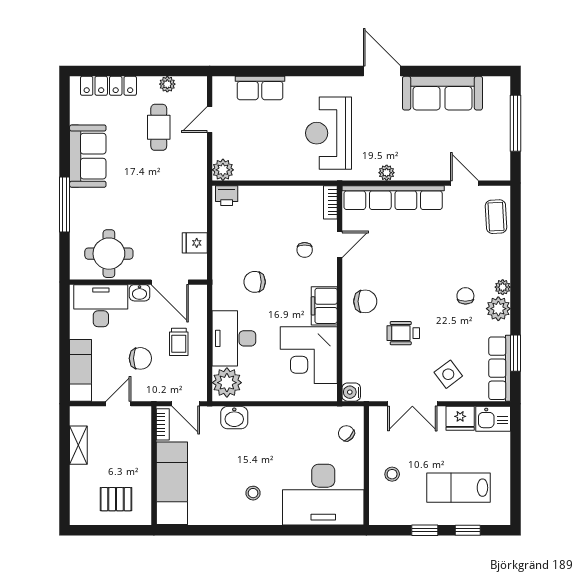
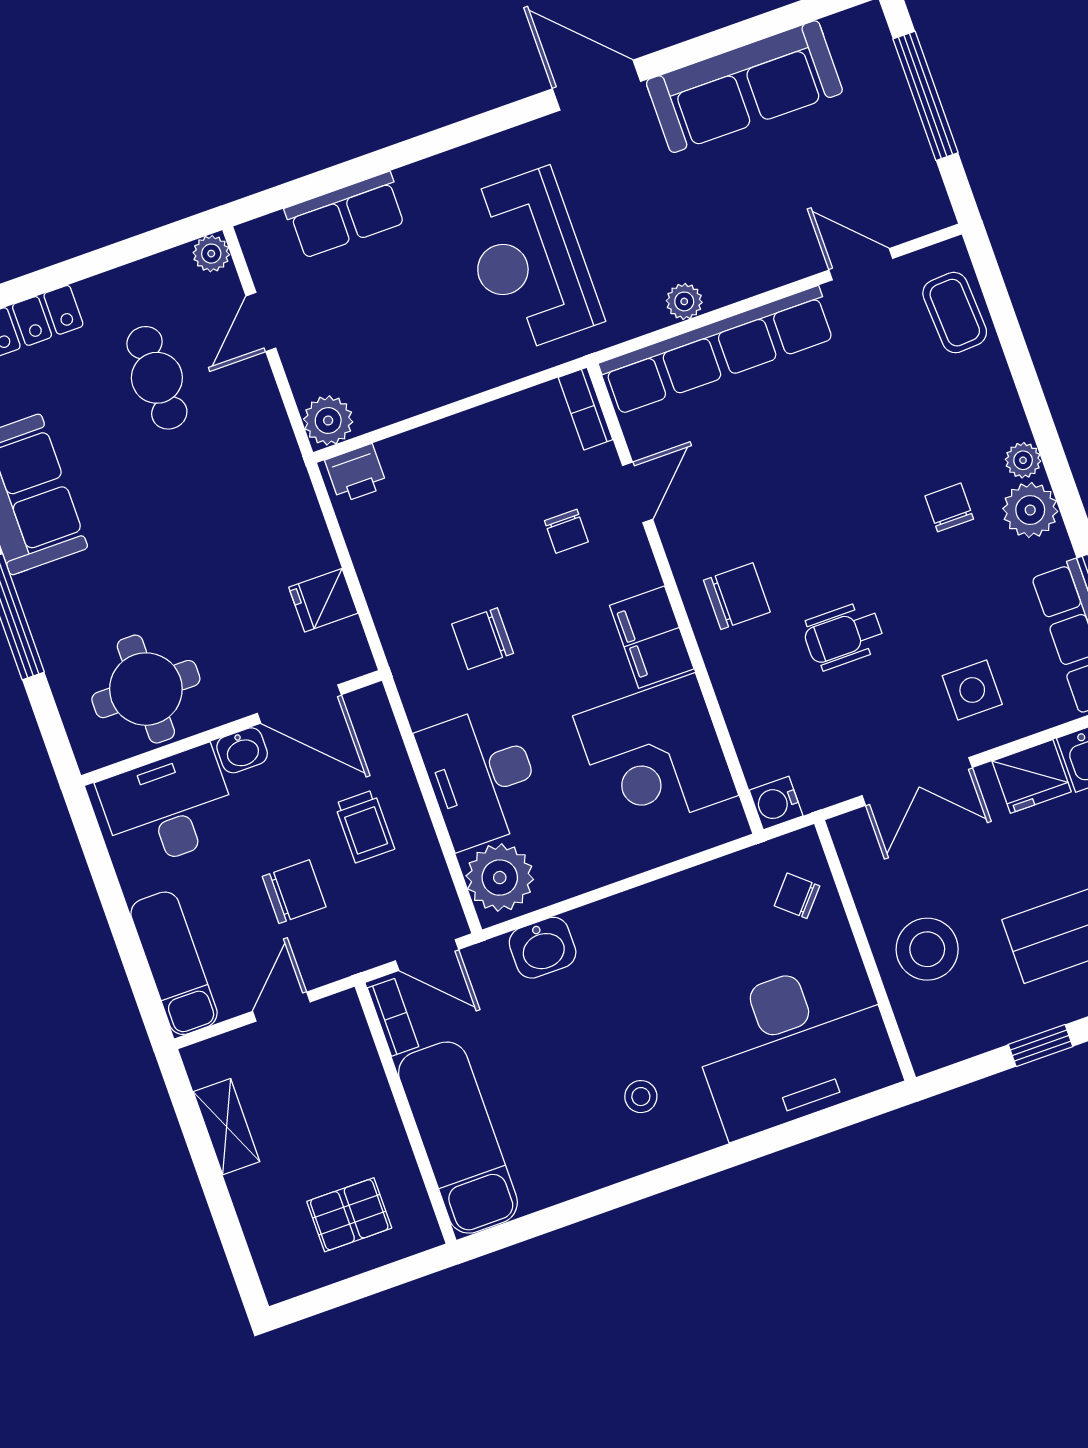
plant: (167, 84) -> (211, 254), moved
side table: (448, 374) -> (972, 690), turned 37
stool: (392, 474) -> (927, 949), width x1.89, depth x1.89

